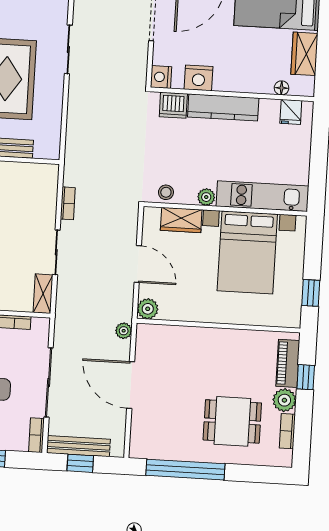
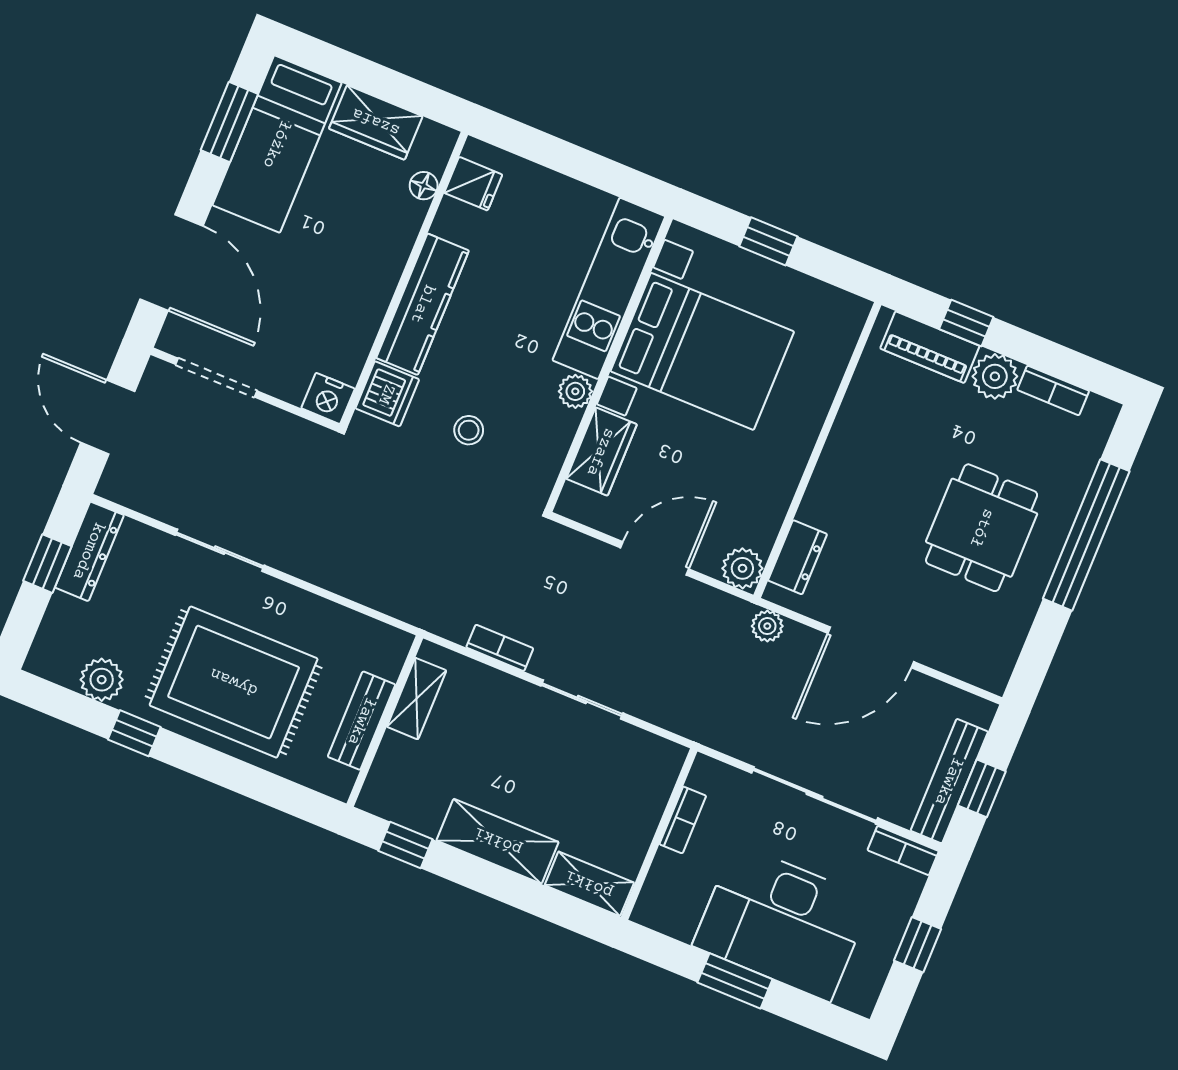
nightstand: (199, 78) -> (353, 331), removed
stool: (166, 192) -> (469, 430), moved
window: (311, 293) -> (768, 241), moved
shelving: (43, 294) -> (417, 699), moved, turned 90
dresser: (162, 334) -> (798, 557), added
dining table: (232, 421) -> (982, 528), moved
window: (185, 470) -> (1086, 535), moved

